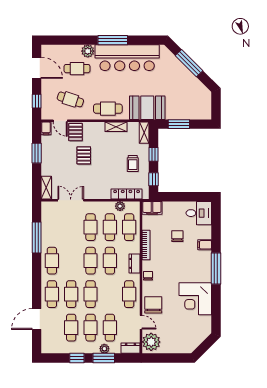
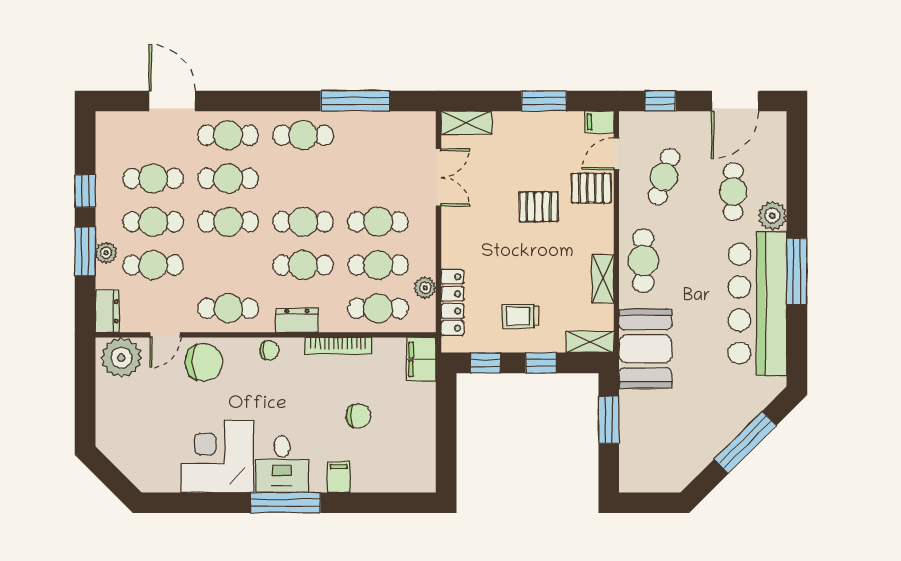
desk: (199, 213) -> (282, 464), moved

